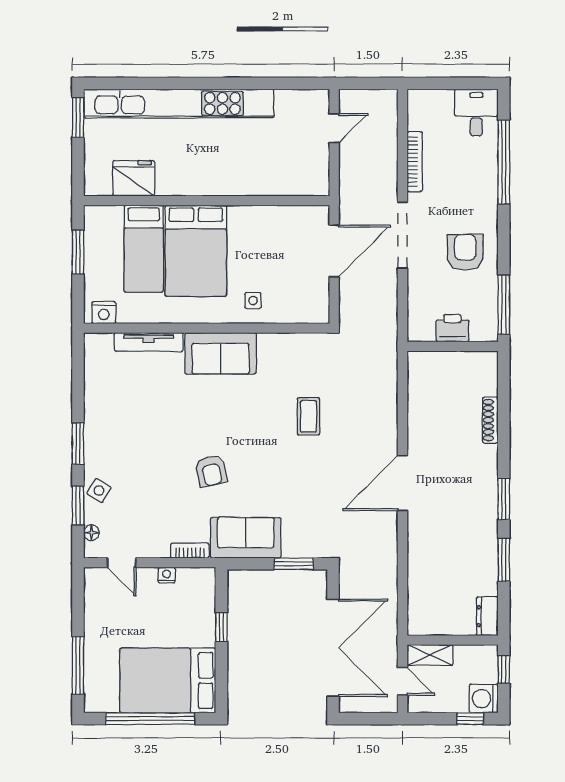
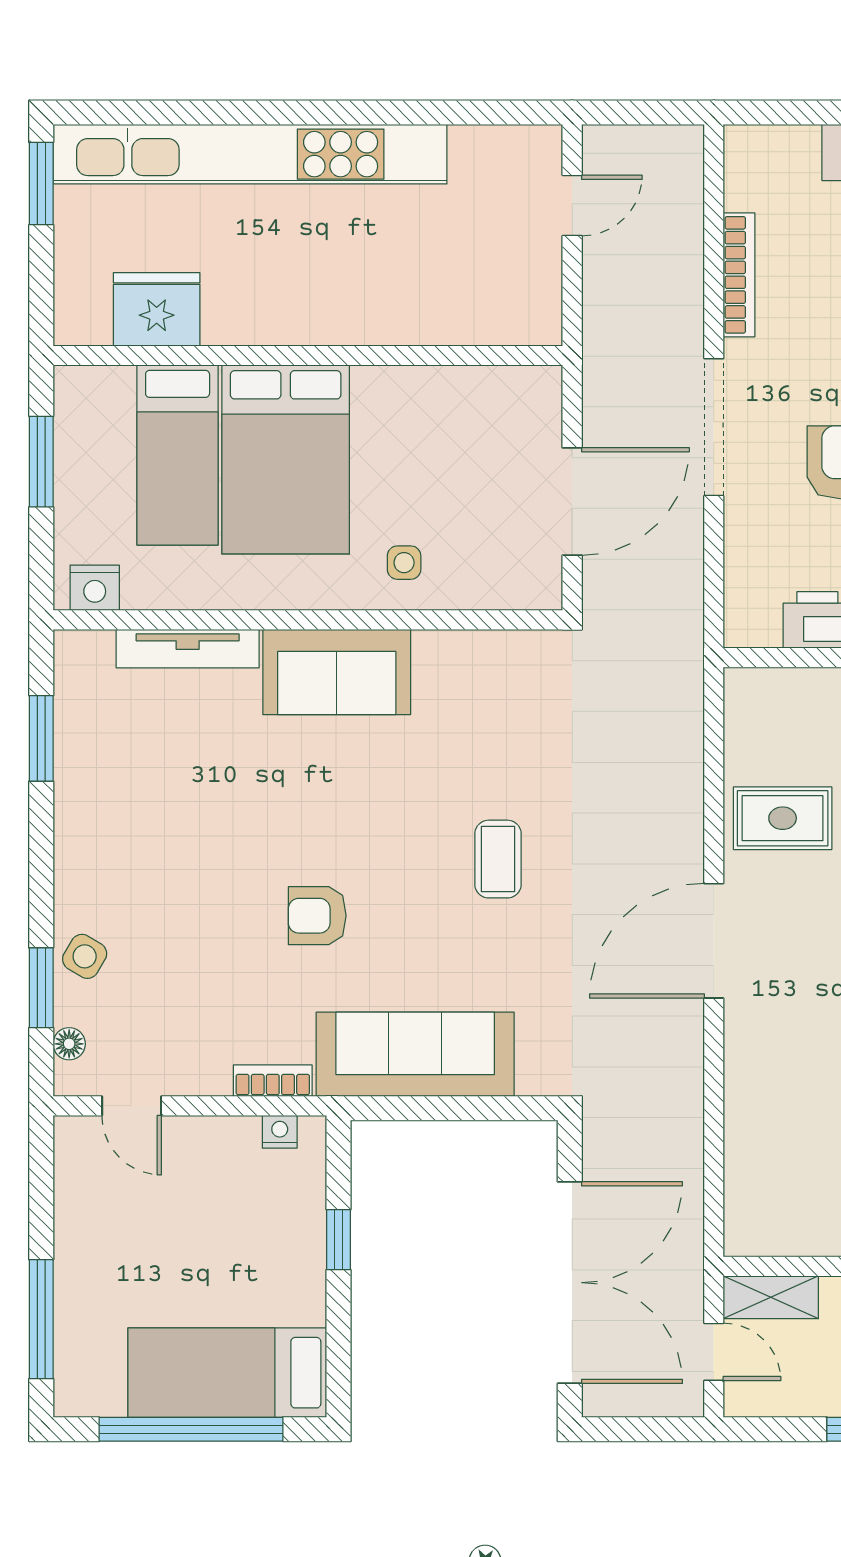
door: (334, 251) -> (572, 501), moved
coffee table: (308, 416) -> (498, 859), moved
rug: (436, 424) -> (783, 818), added
window: (78, 444) -> (41, 738), moved
armchair: (211, 471) -> (317, 916), turned 103
sofa: (246, 538) -> (415, 1054), width x1.36
window: (294, 564) -> (488, 1108), removed
nightstand: (167, 575) -> (280, 1132), moved
bed: (168, 681) -> (227, 1373), width x0.67

